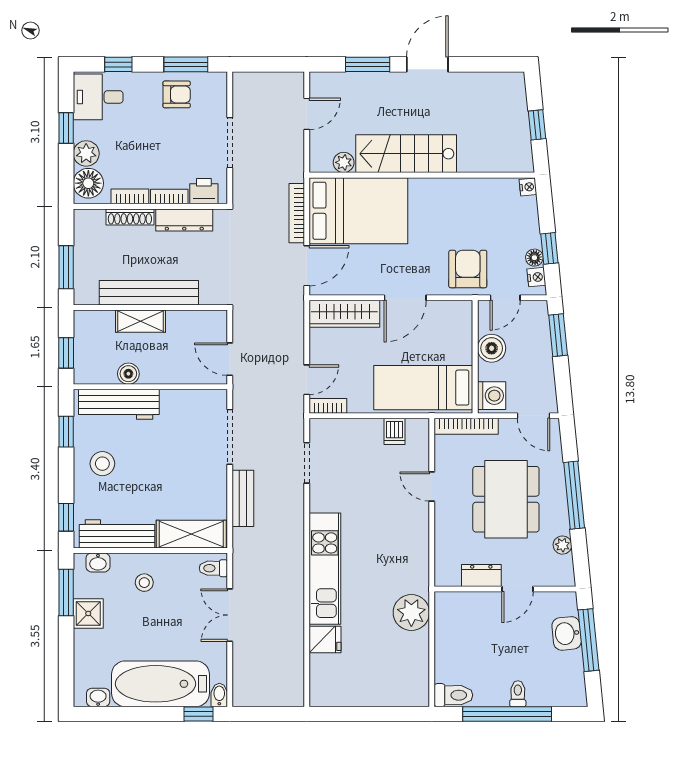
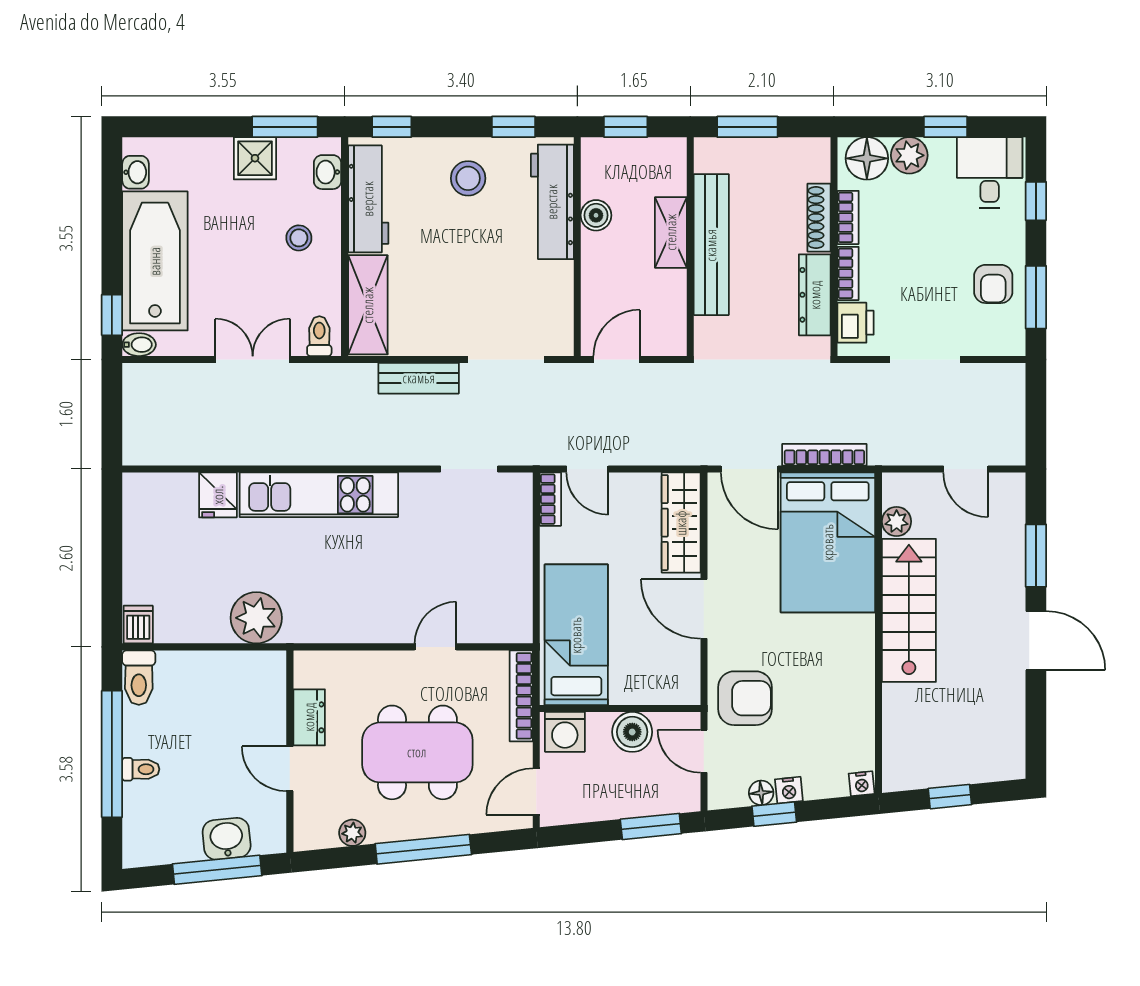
nightstand: (536, 277) -> (789, 790), moved
dishwasher: (395, 431) -> (138, 625), moved, turned 90

